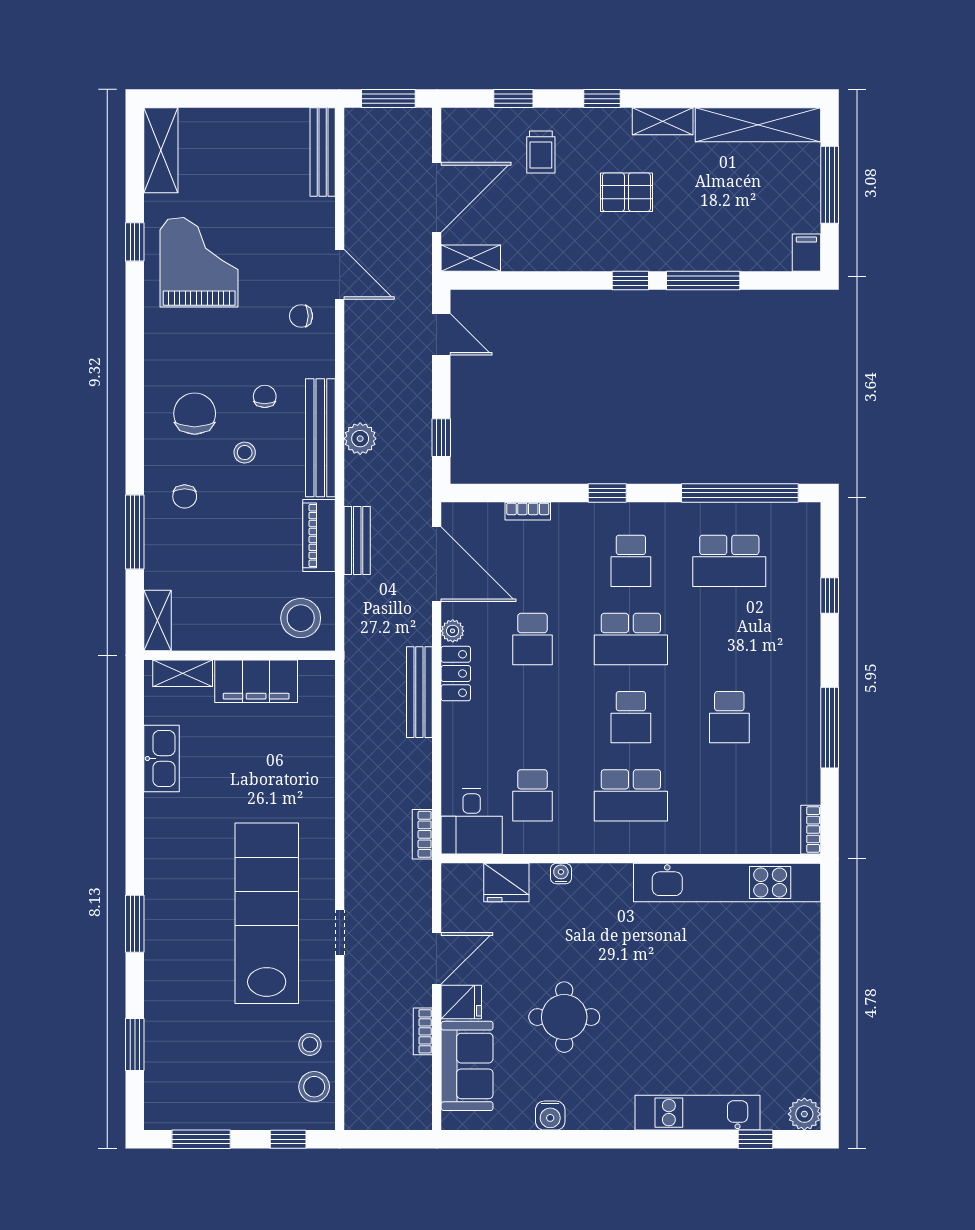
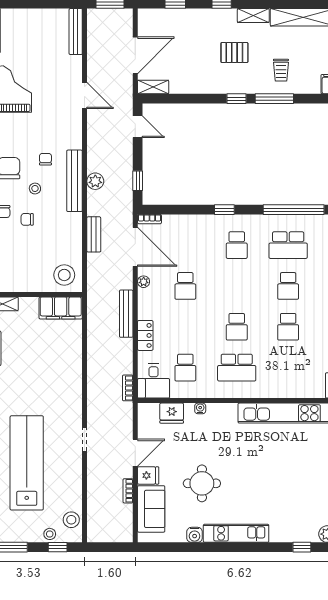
trolley: (541, 152) -> (281, 70), moved
chair: (301, 316) -> (27, 219), moved
bookcase: (528, 511) -> (149, 219), moved
piano: (319, 535) -> (74, 232), removed
school desk: (631, 639) -> (288, 286), moved, width x0.54
locker: (456, 674) -> (145, 335), moved
filing cabinet: (256, 681) -> (61, 308), moved
lab bench: (267, 913) -> (27, 463), moved
stool: (310, 1044) -> (50, 534), moved
kitchen unit: (698, 1113) -> (236, 533), moved

